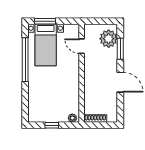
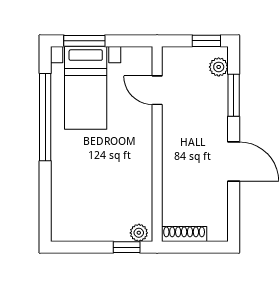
window: (106, 21) -> (206, 41), added
plant: (109, 39) -> (219, 67), width x0.53, depth x0.53
window: (52, 125) -> (127, 247), moved

